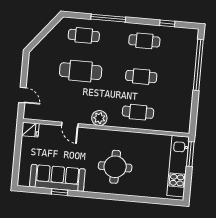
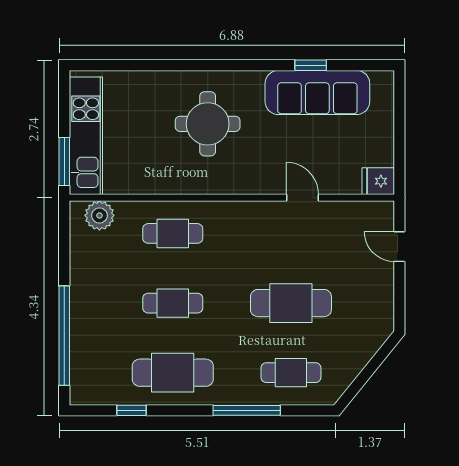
cafe table: (144, 41) -> (173, 373), width x1.37, depth x1.35
plant: (99, 118) -> (99, 215), moved

